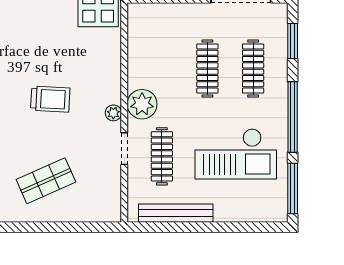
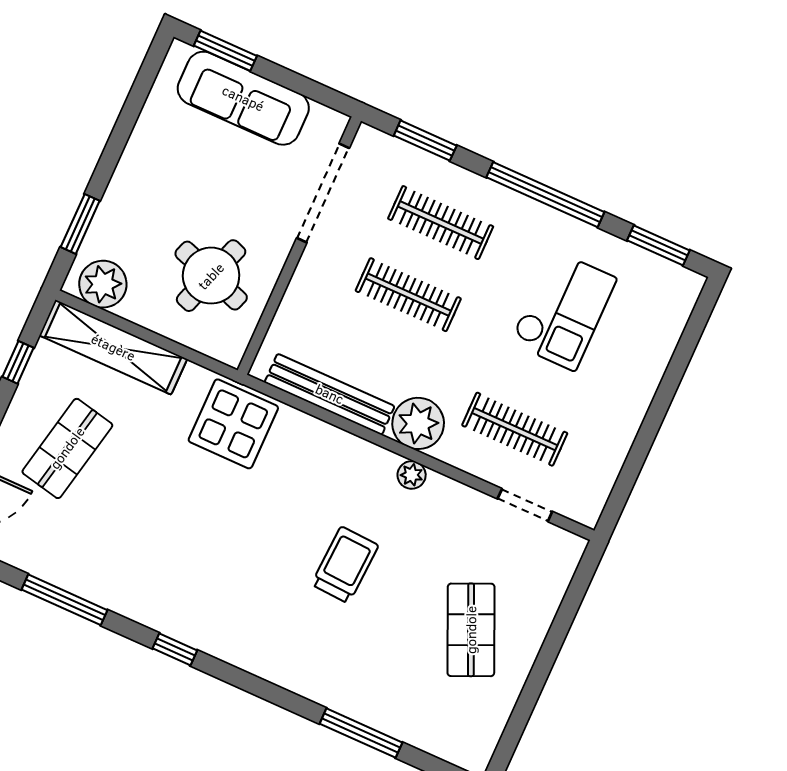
doorway: (124, 149) -> (525, 505), moved
checkout: (236, 154) -> (563, 310), width x0.73, depth x0.83
window: (293, 189) -> (658, 245), width x0.69
bench: (176, 213) -> (330, 394), moved, turned 90

